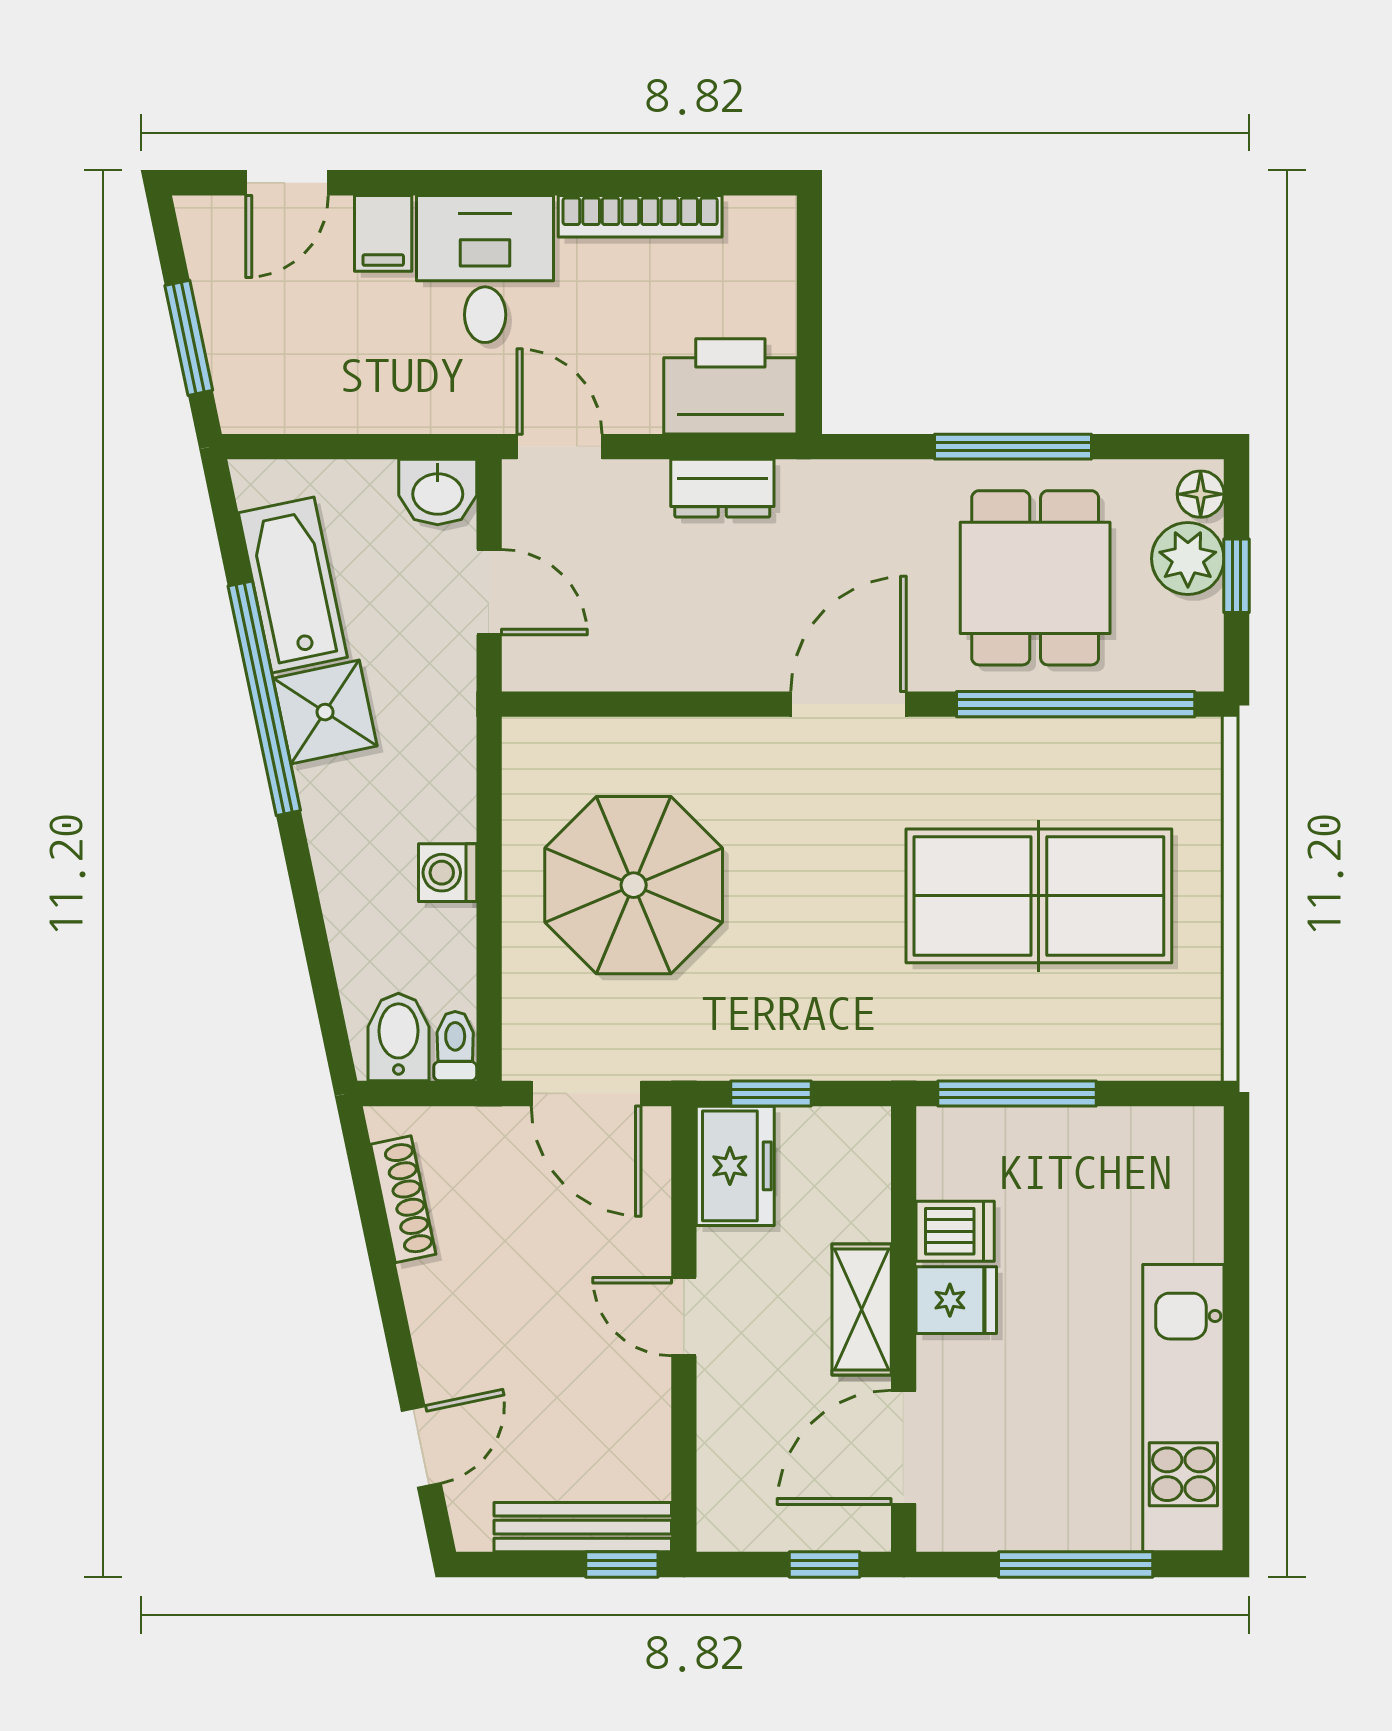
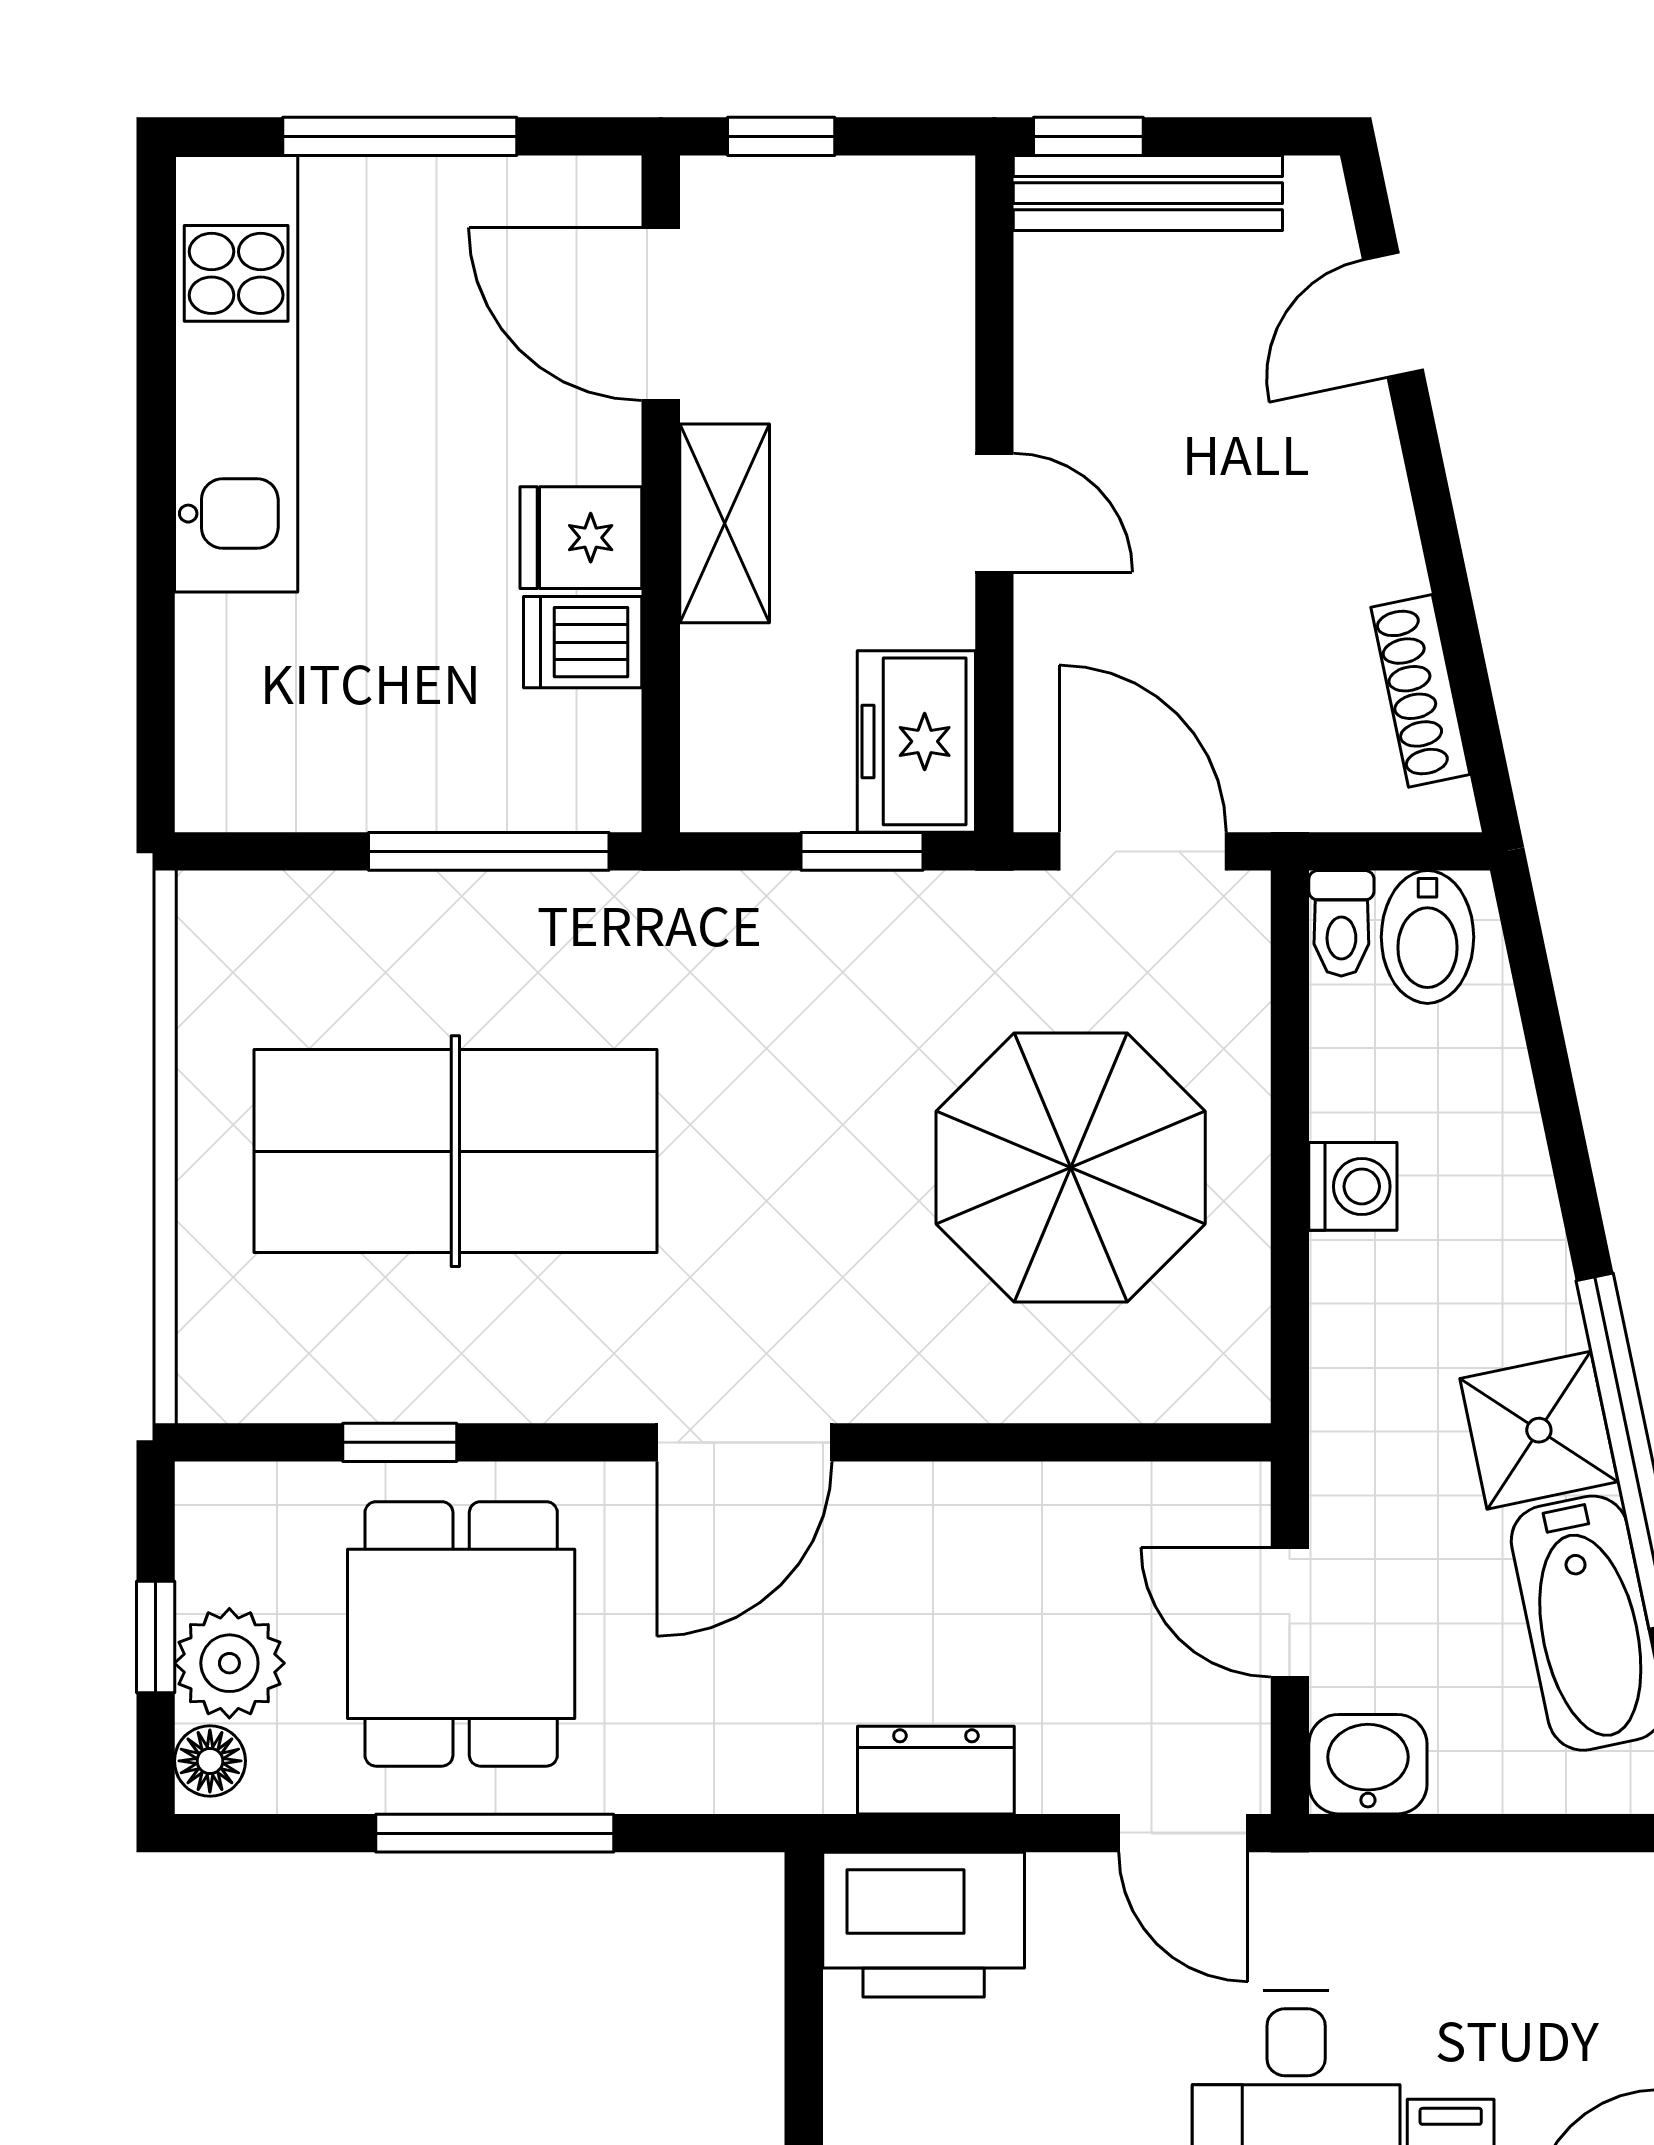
window: (1076, 704) -> (400, 1442), width x0.32
door: (904, 1447) -> (661, 314), swing flipped

